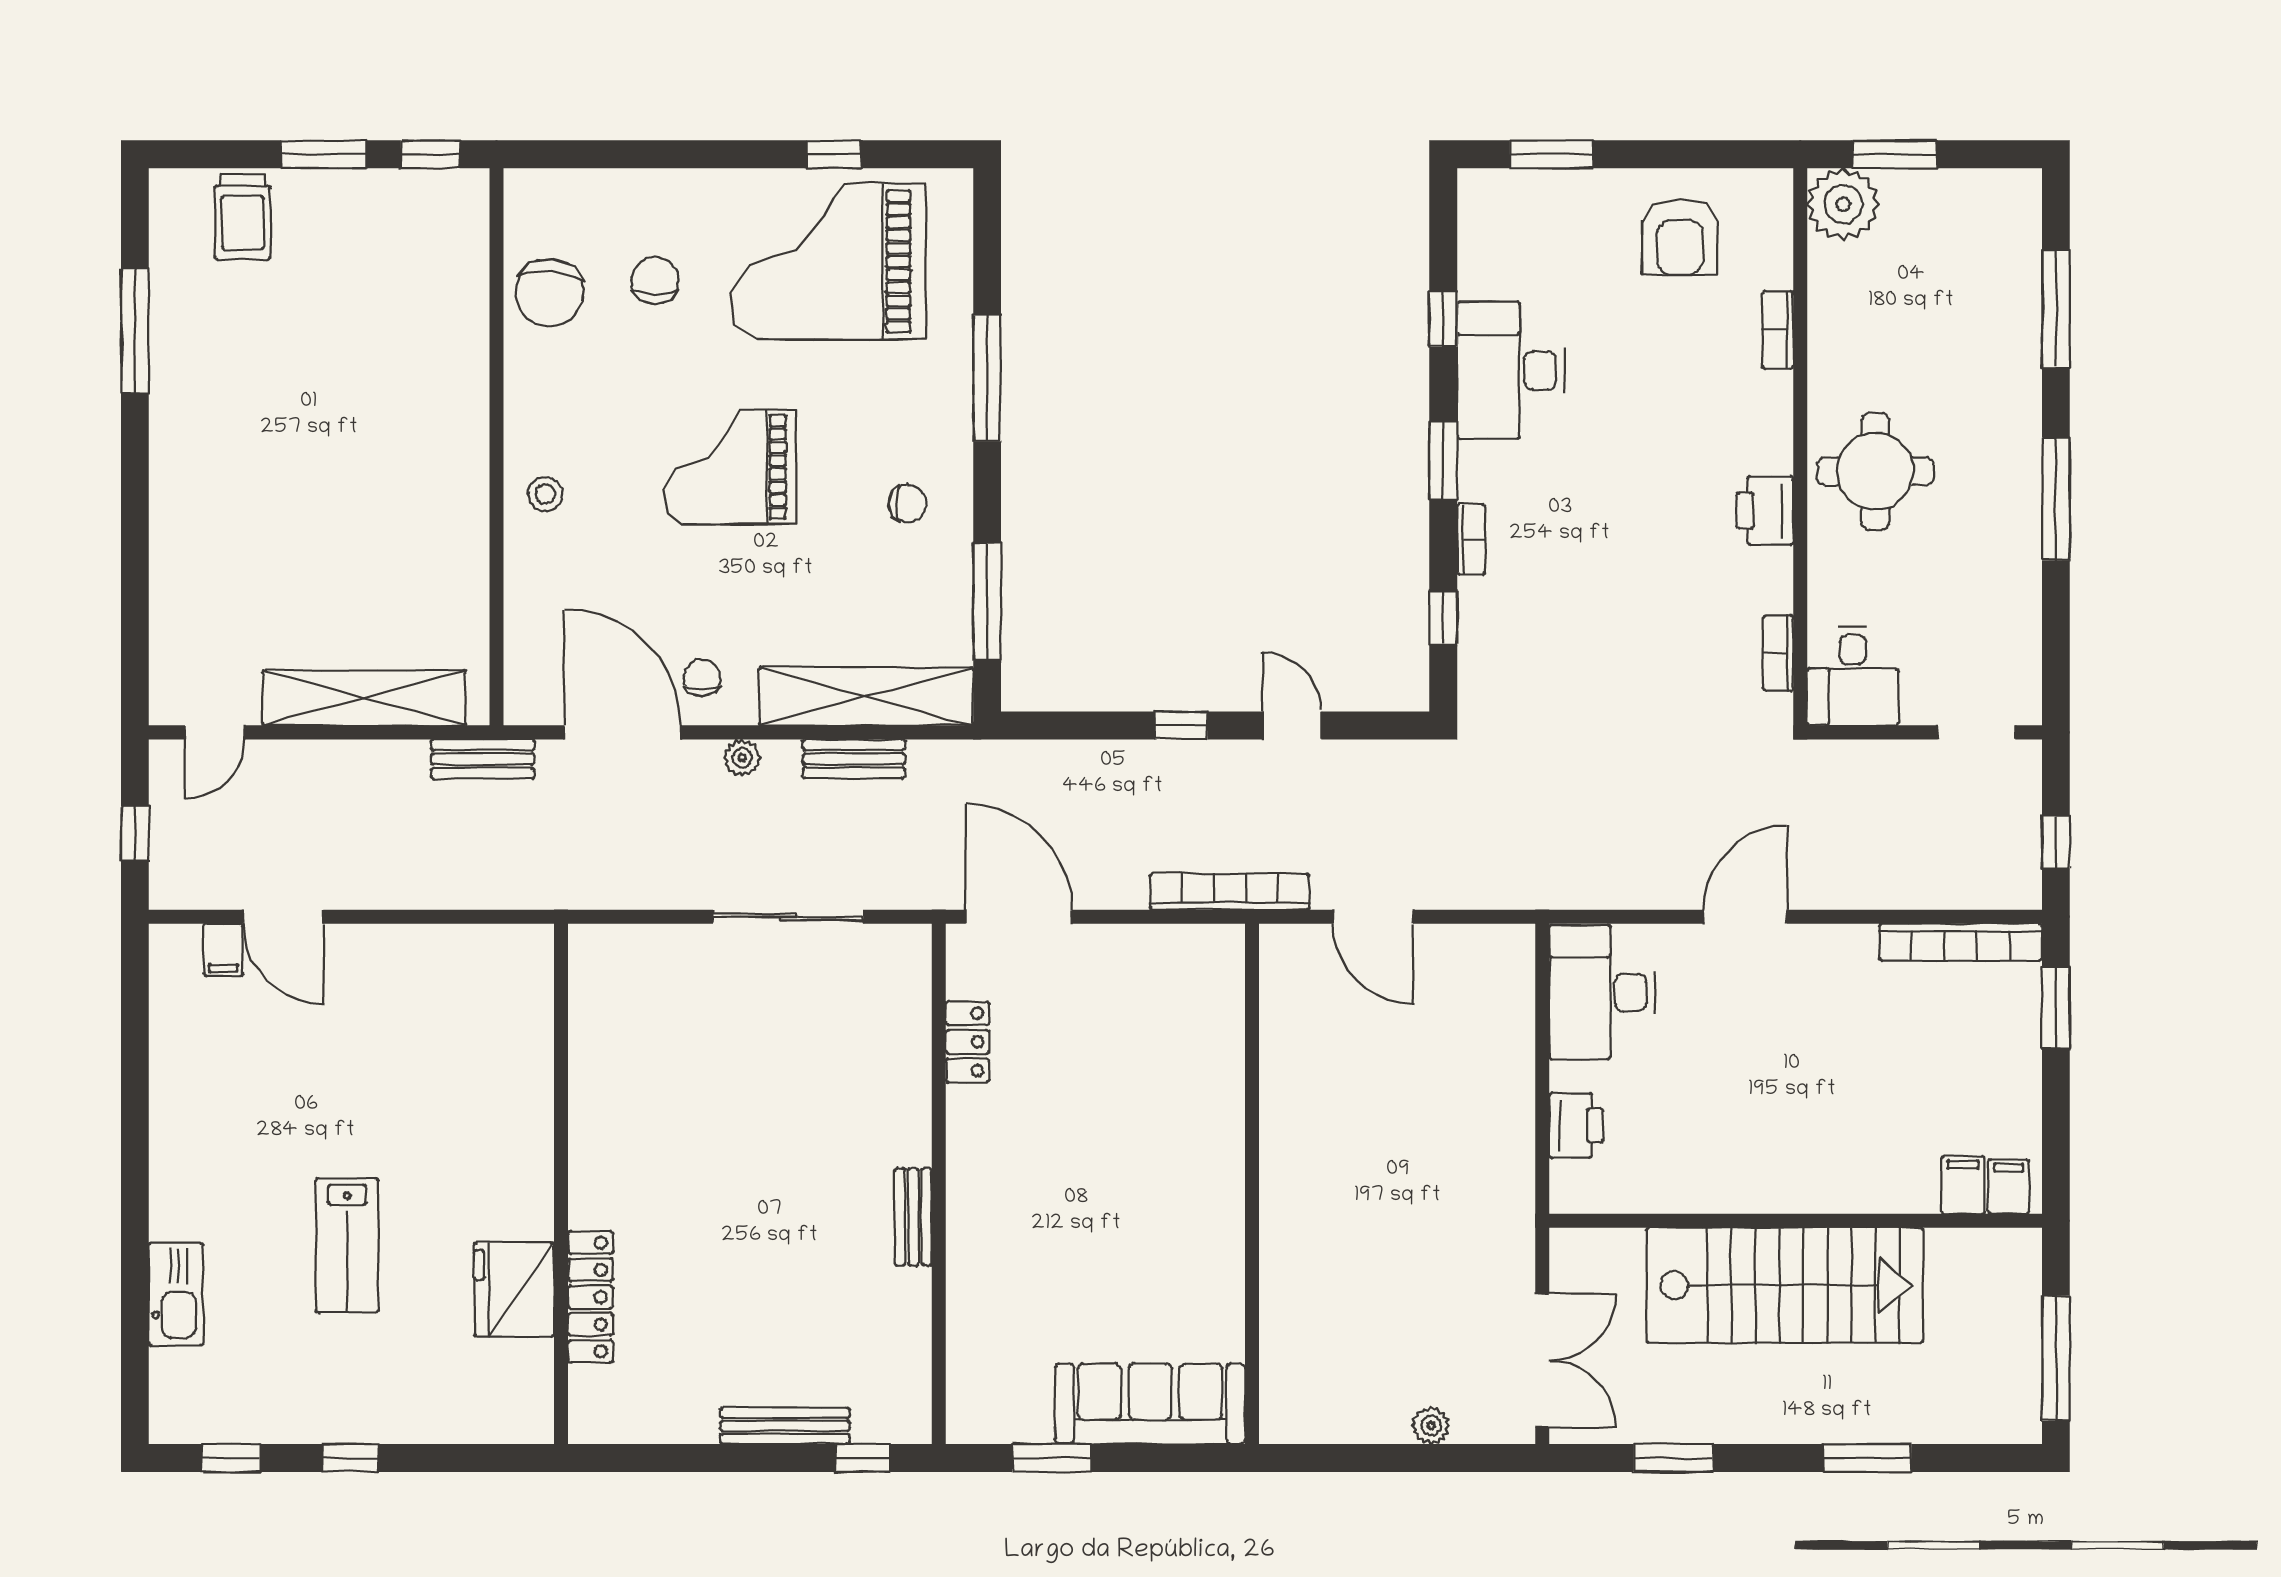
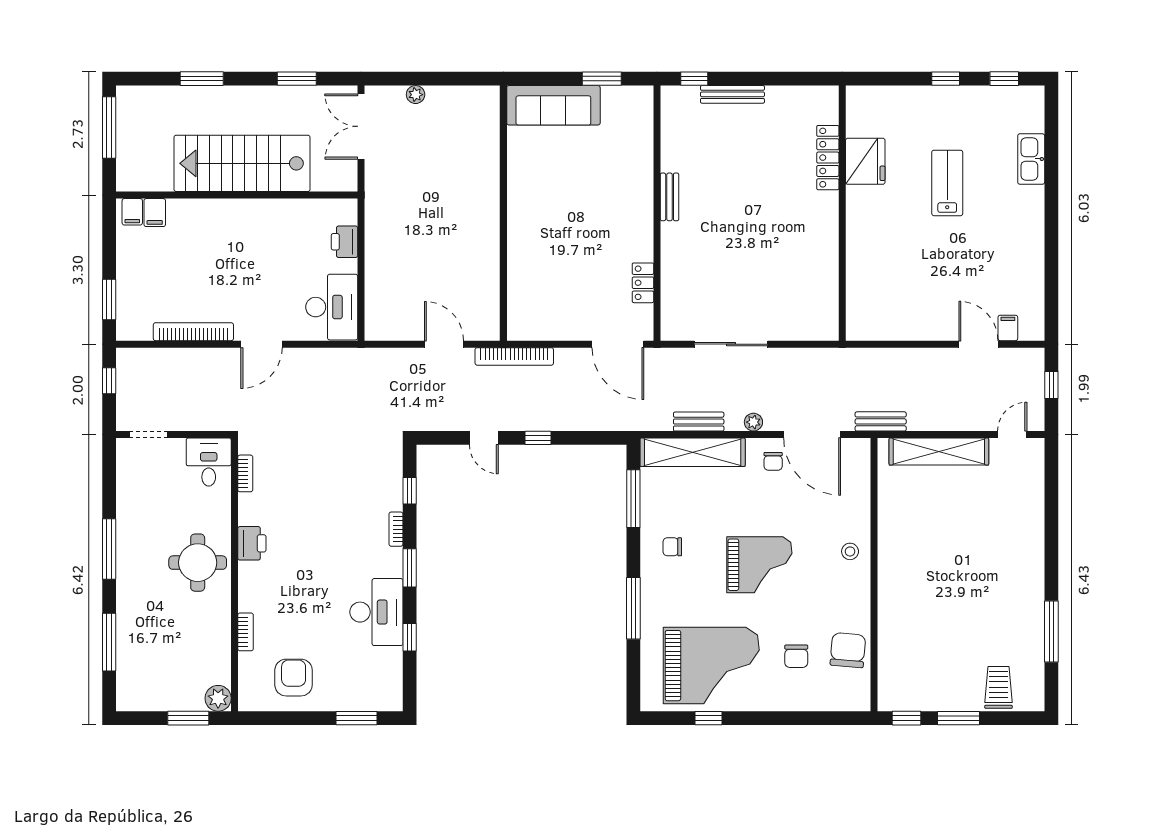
plant: (1843, 204) -> (218, 698), width x0.73, depth x0.73
bookcase: (1961, 942) -> (193, 332), moved

